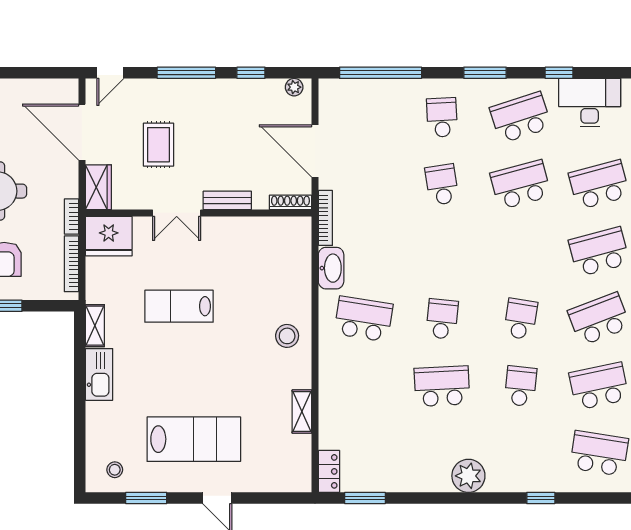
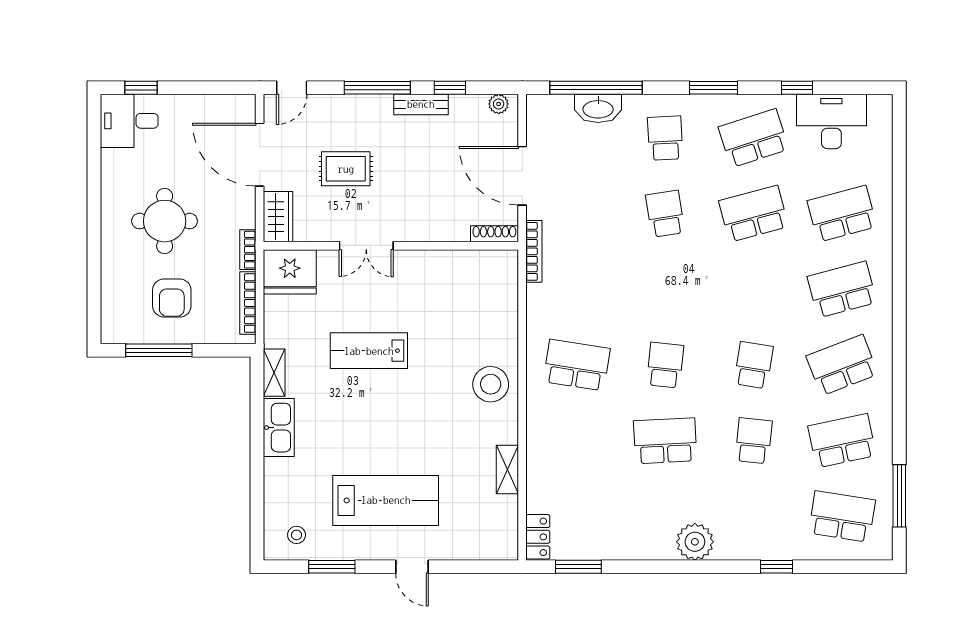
rug: (158, 145) -> (346, 169), turned 90
bench: (227, 200) -> (421, 104), moved
washbasin: (331, 268) -> (598, 108), moved, turned 90
stool: (287, 336) -> (491, 384), width x1.38, depth x1.38

